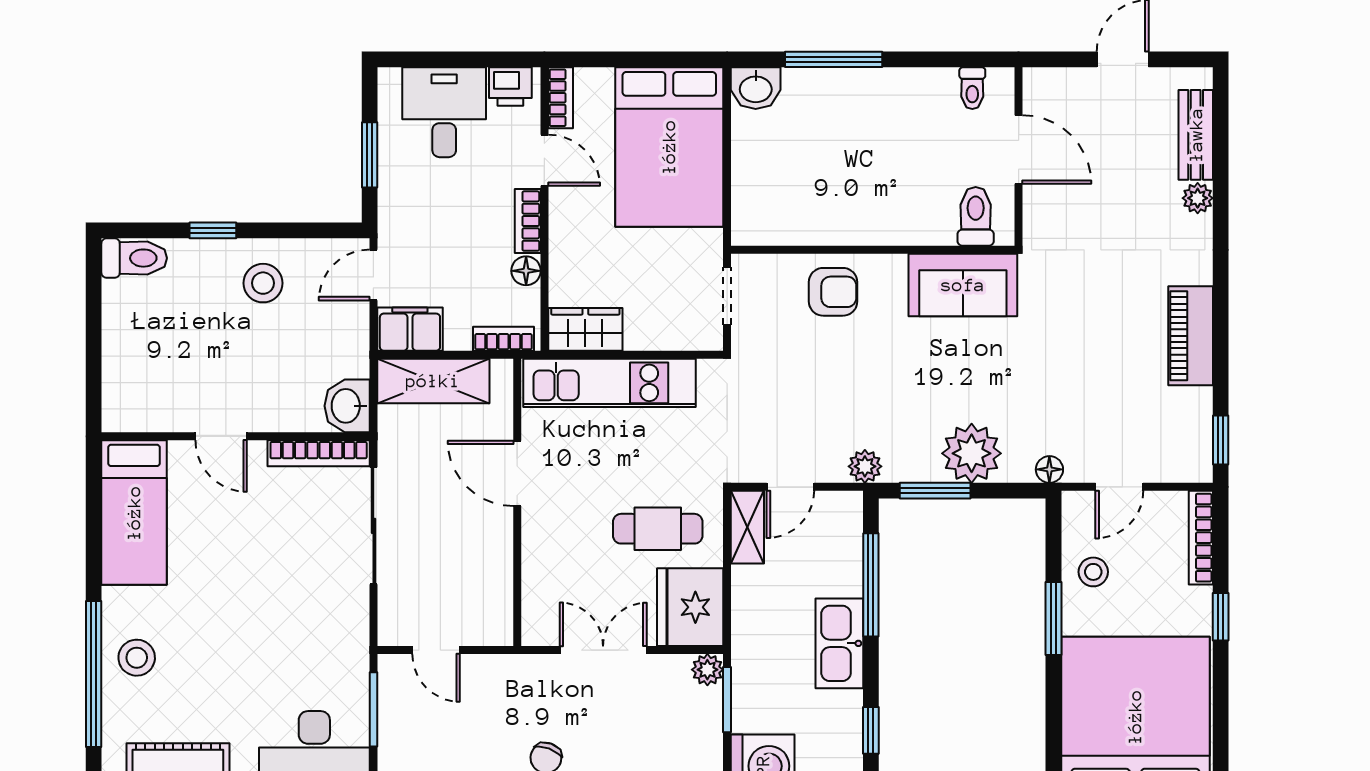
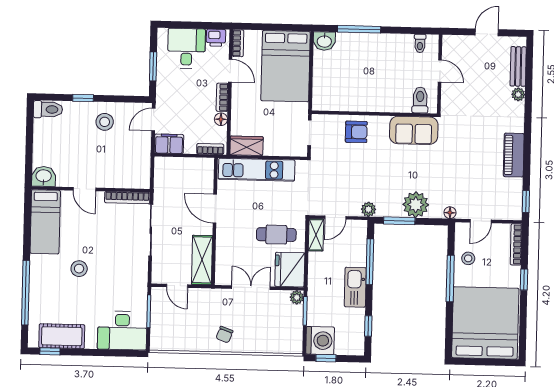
door: (1019, 149) -> (440, 71), width x0.73
shelving: (433, 381) -> (202, 260), moved, turned 90
washbasin: (347, 406) -> (44, 176), moved, turned 90
window: (1053, 618) -> (450, 278), width x1.44
stool: (137, 658) -> (79, 269), moved

